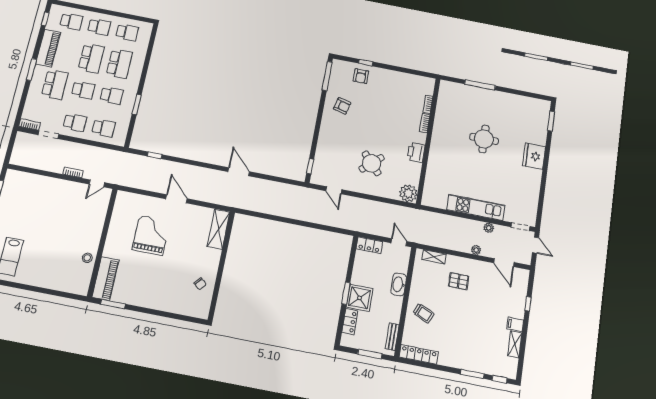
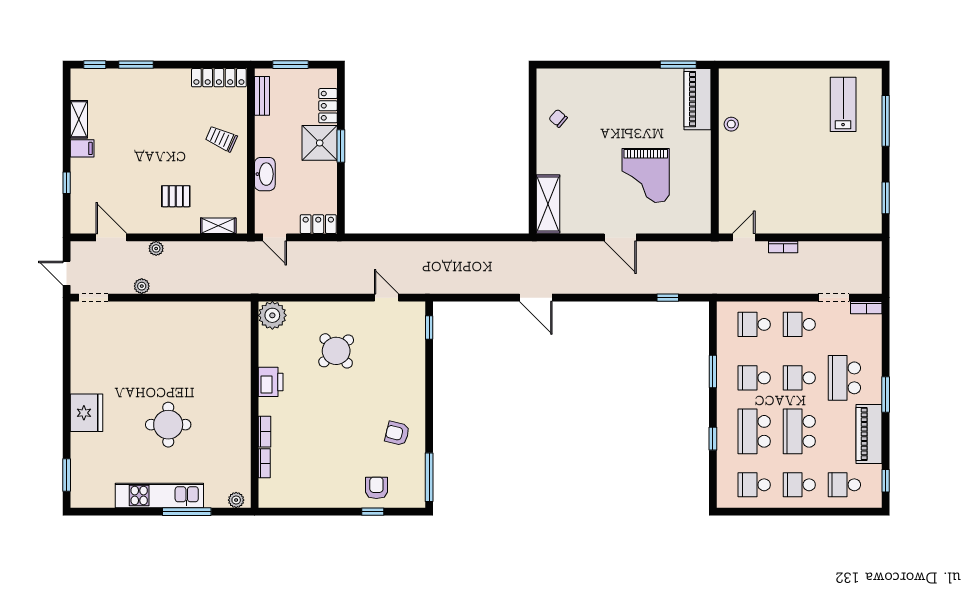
window: (146, 64) -> (713, 439), added
plant: (449, 86) -> (236, 500), added
kitchen unit: (476, 207) -> (159, 496), moved, turned 180

